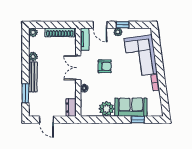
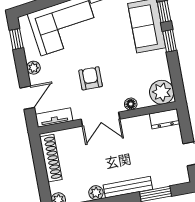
window: (123, 25) -> (16, 39), moved
plant: (107, 109) -> (162, 92), moved
window: (119, 120) -> (169, 41), added

